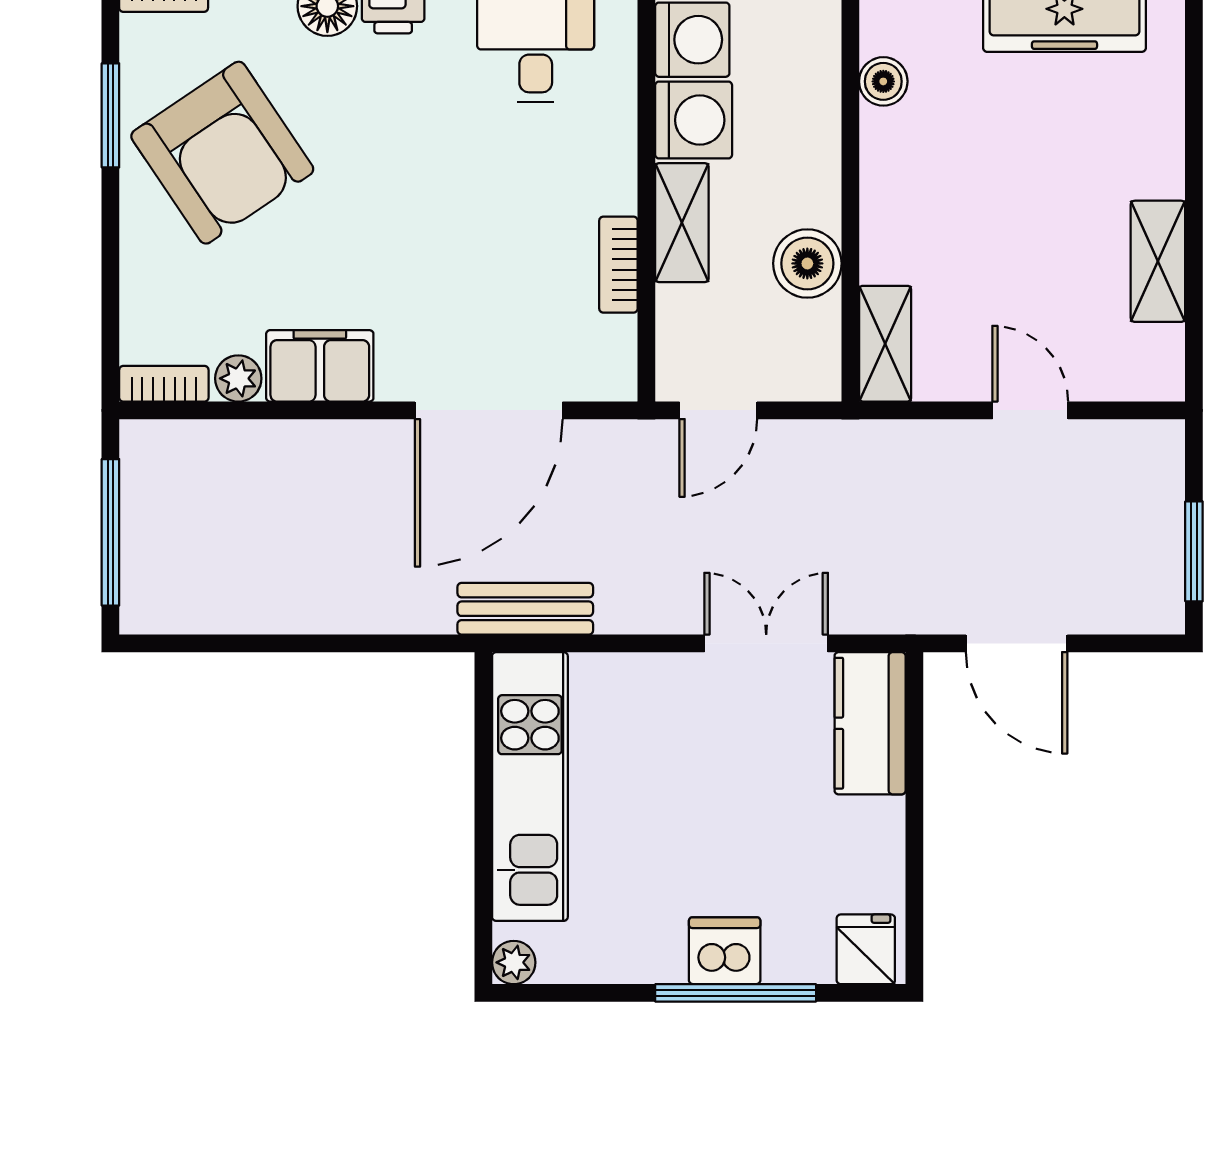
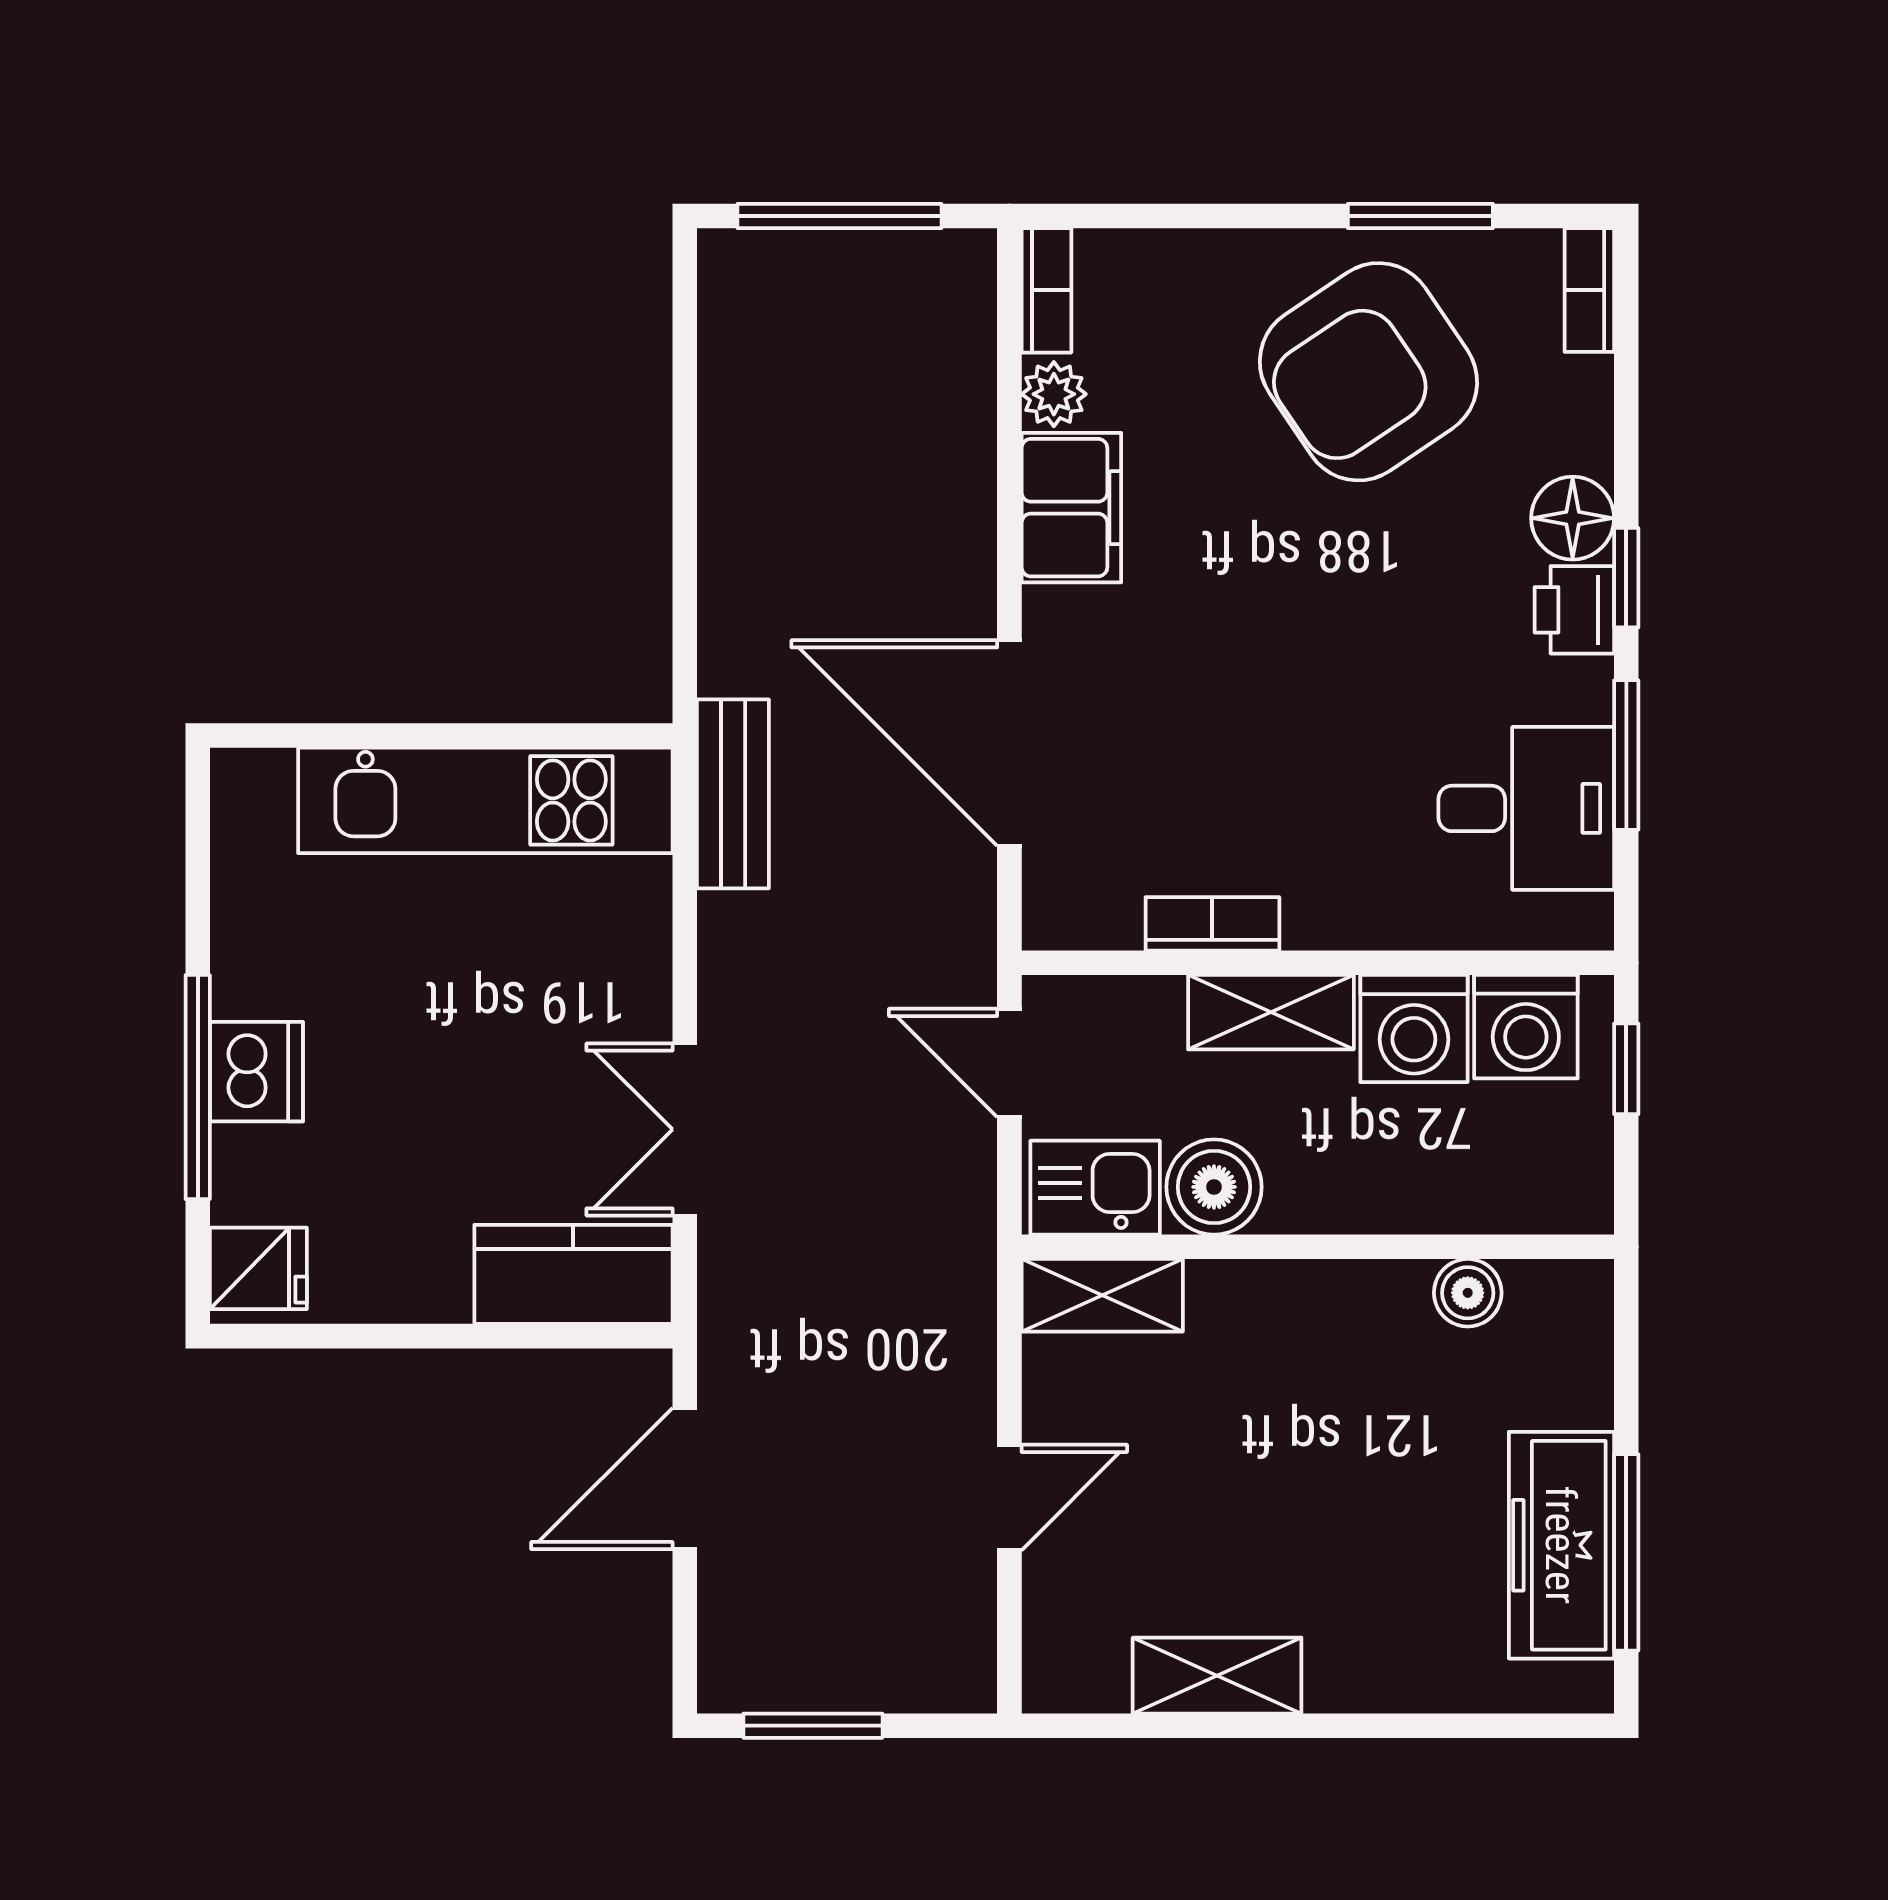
kitchen sink: (808, 349) -> (1095, 1188), added
double door: (766, 643) -> (685, 1129), swing flipped
plant: (514, 962) -> (240, 778), removed

